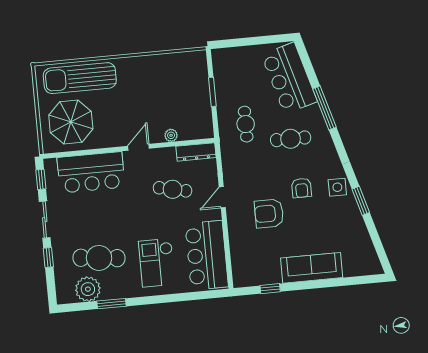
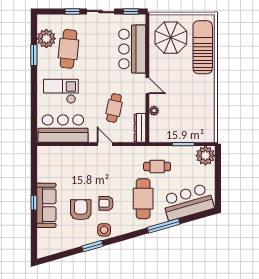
plant: (225, 61) -> (205, 156), added
cafe table: (291, 139) -> (143, 199), width x1.37, depth x1.35
armchair: (269, 213) -> (81, 210), moved
window: (270, 289) -> (34, 203), moved

